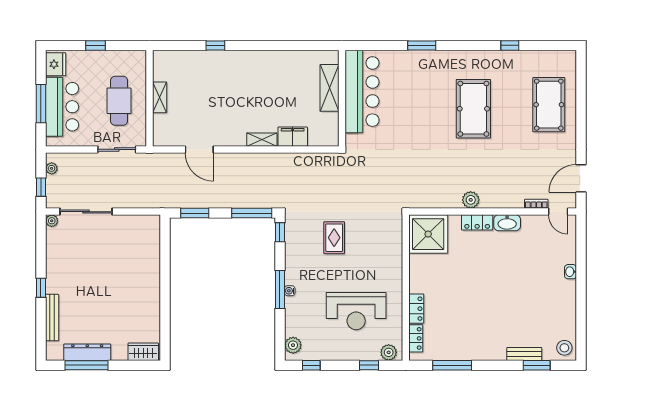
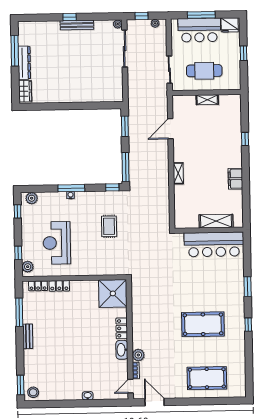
window: (510, 45) -> (248, 325), moved
filing cabinet: (293, 137) -> (235, 179), moved, turned 180
plant: (471, 200) -> (138, 355), moved
rug: (334, 238) -> (109, 226), turned 90
bench: (52, 318) -> (77, 25), moved
dresser: (87, 352) -> (24, 63), moved
bench: (524, 354) -> (28, 336), moved
window: (537, 365) -> (21, 385), moved

